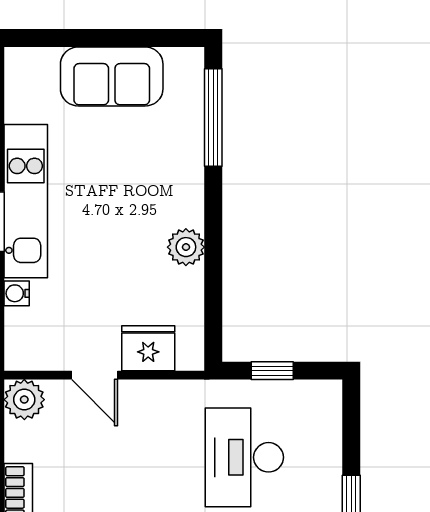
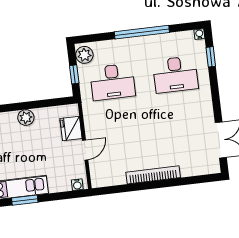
water cooler: (17, 293) -> (77, 185), moved
plant: (24, 400) -> (84, 55), moved

